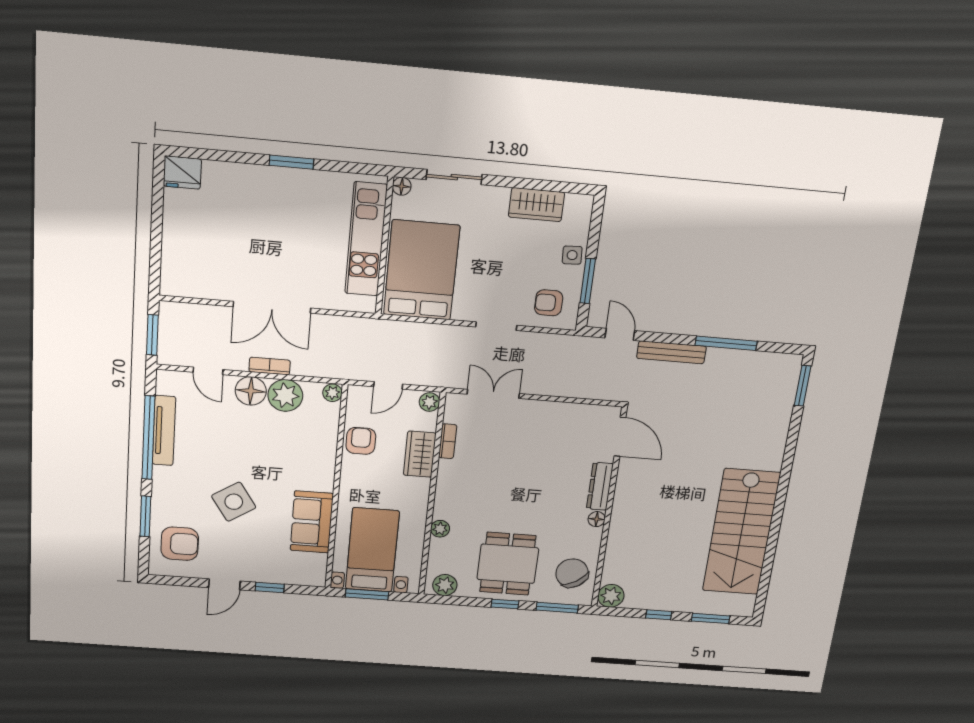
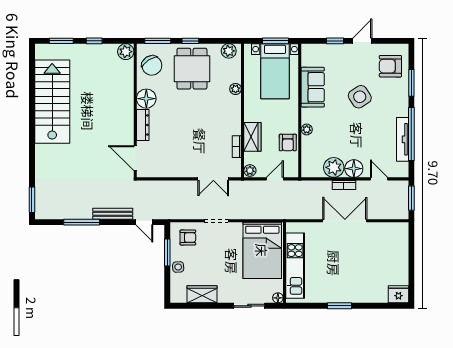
plant: (332, 393) -> (307, 129), moved
floor lamp: (597, 519) -> (146, 99), width x1.89, depth x1.89

